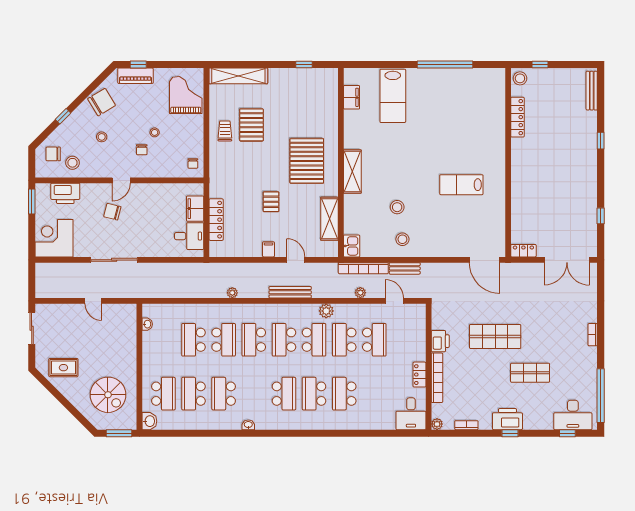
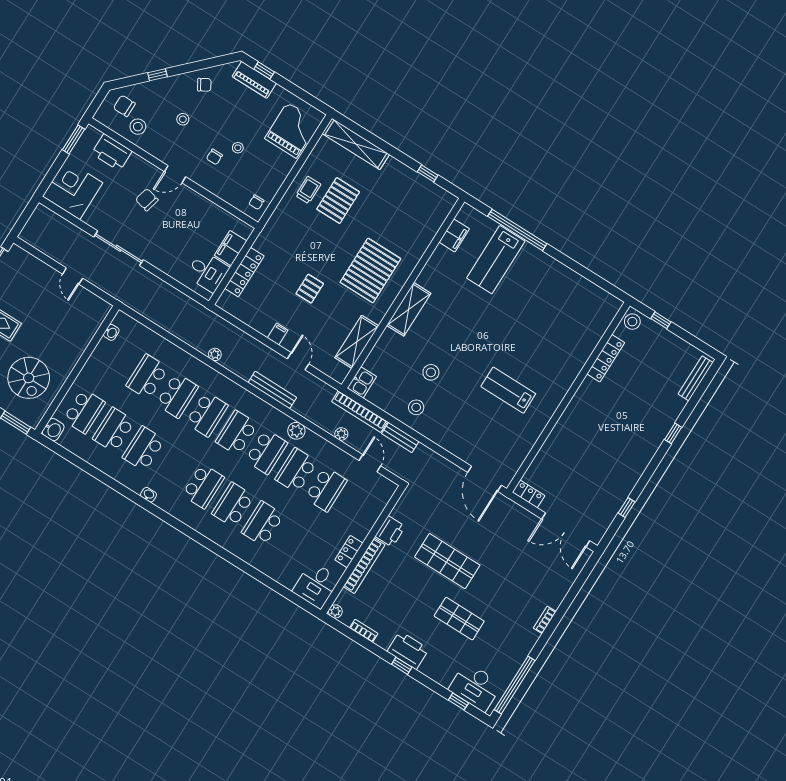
window: (445, 64) -> (517, 230), moved
chair: (102, 102) -> (204, 85), width x0.54, depth x0.54
school desk: (254, 340) -> (207, 414), turned 180

